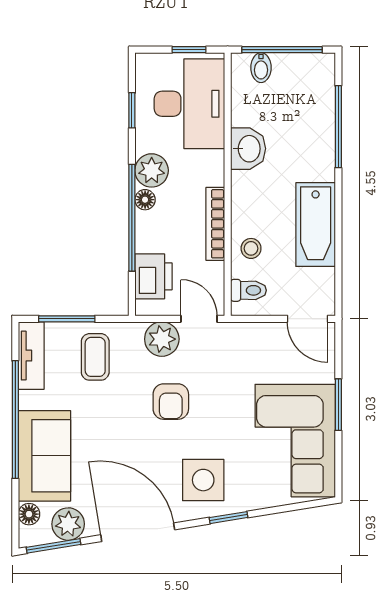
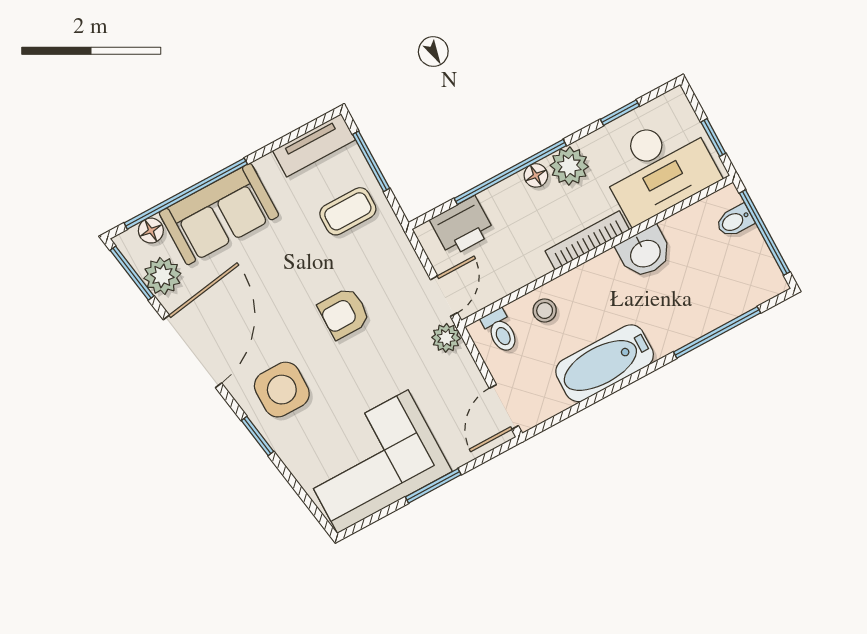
bookcase: (215, 224) -> (587, 240), moved
plant: (162, 339) -> (446, 338), moved, width x0.73, depth x0.73
window: (15, 420) -> (186, 194), moved

